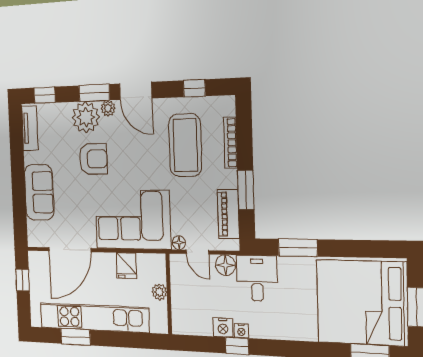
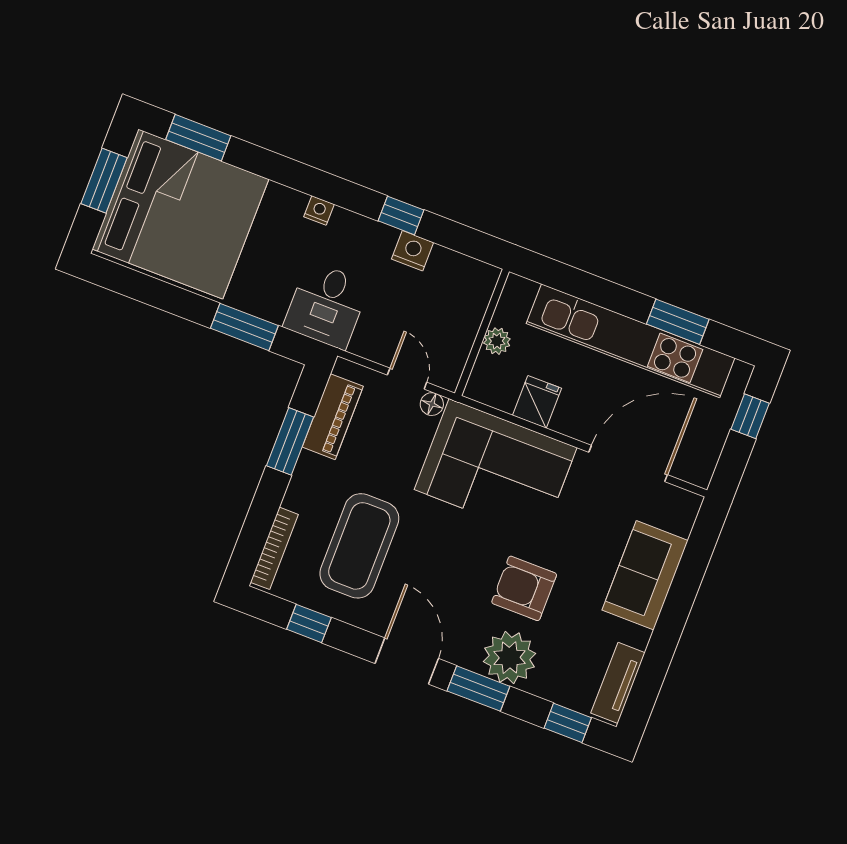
plant: (108, 108) -> (465, 655), removed
bookcase: (230, 143) -> (274, 548), moved
floor lamp: (225, 265) -> (369, 343), removed
window: (23, 280) -> (750, 416), moved
nightstand: (241, 331) -> (319, 210), moved

